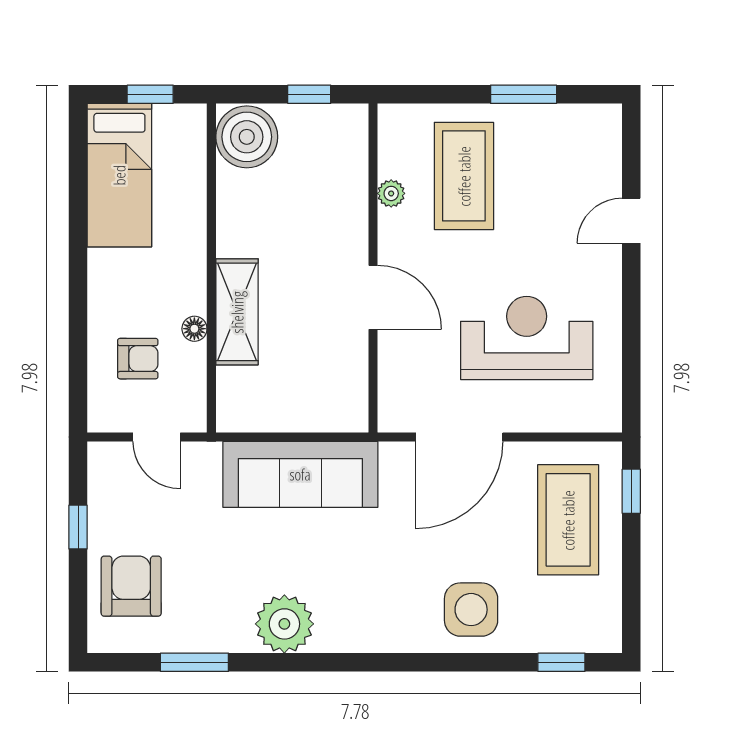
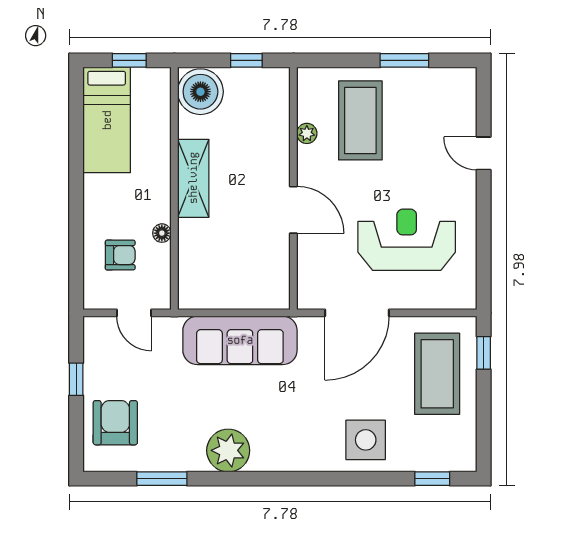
door: (631, 221) -> (484, 153), hinge flipped
shelving: (237, 312) -> (193, 178), moved

